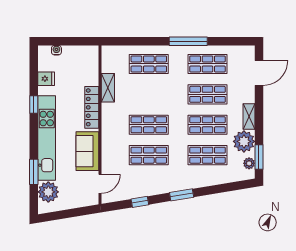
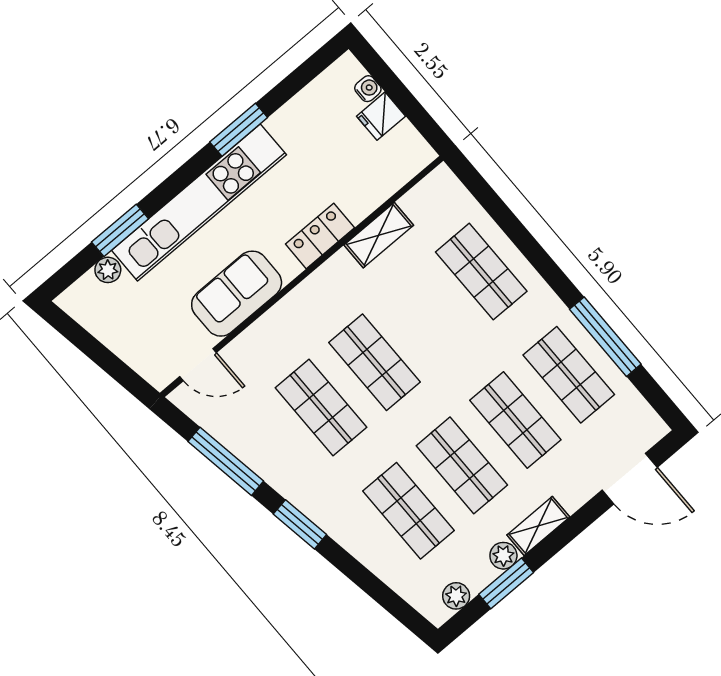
window: (188, 41) -> (605, 337), moved
fridge: (46, 79) -> (381, 116), moved, turned 90
window: (34, 104) -> (239, 130), width x1.50
locker: (92, 107) -> (320, 236), width x0.66
plant: (244, 141) -> (503, 556), width x0.53, depth x0.53
window: (259, 157) -> (506, 583), moved
plant: (48, 192) -> (108, 270), width x0.53, depth x0.53
window: (140, 202) -> (226, 461), width x2.17

